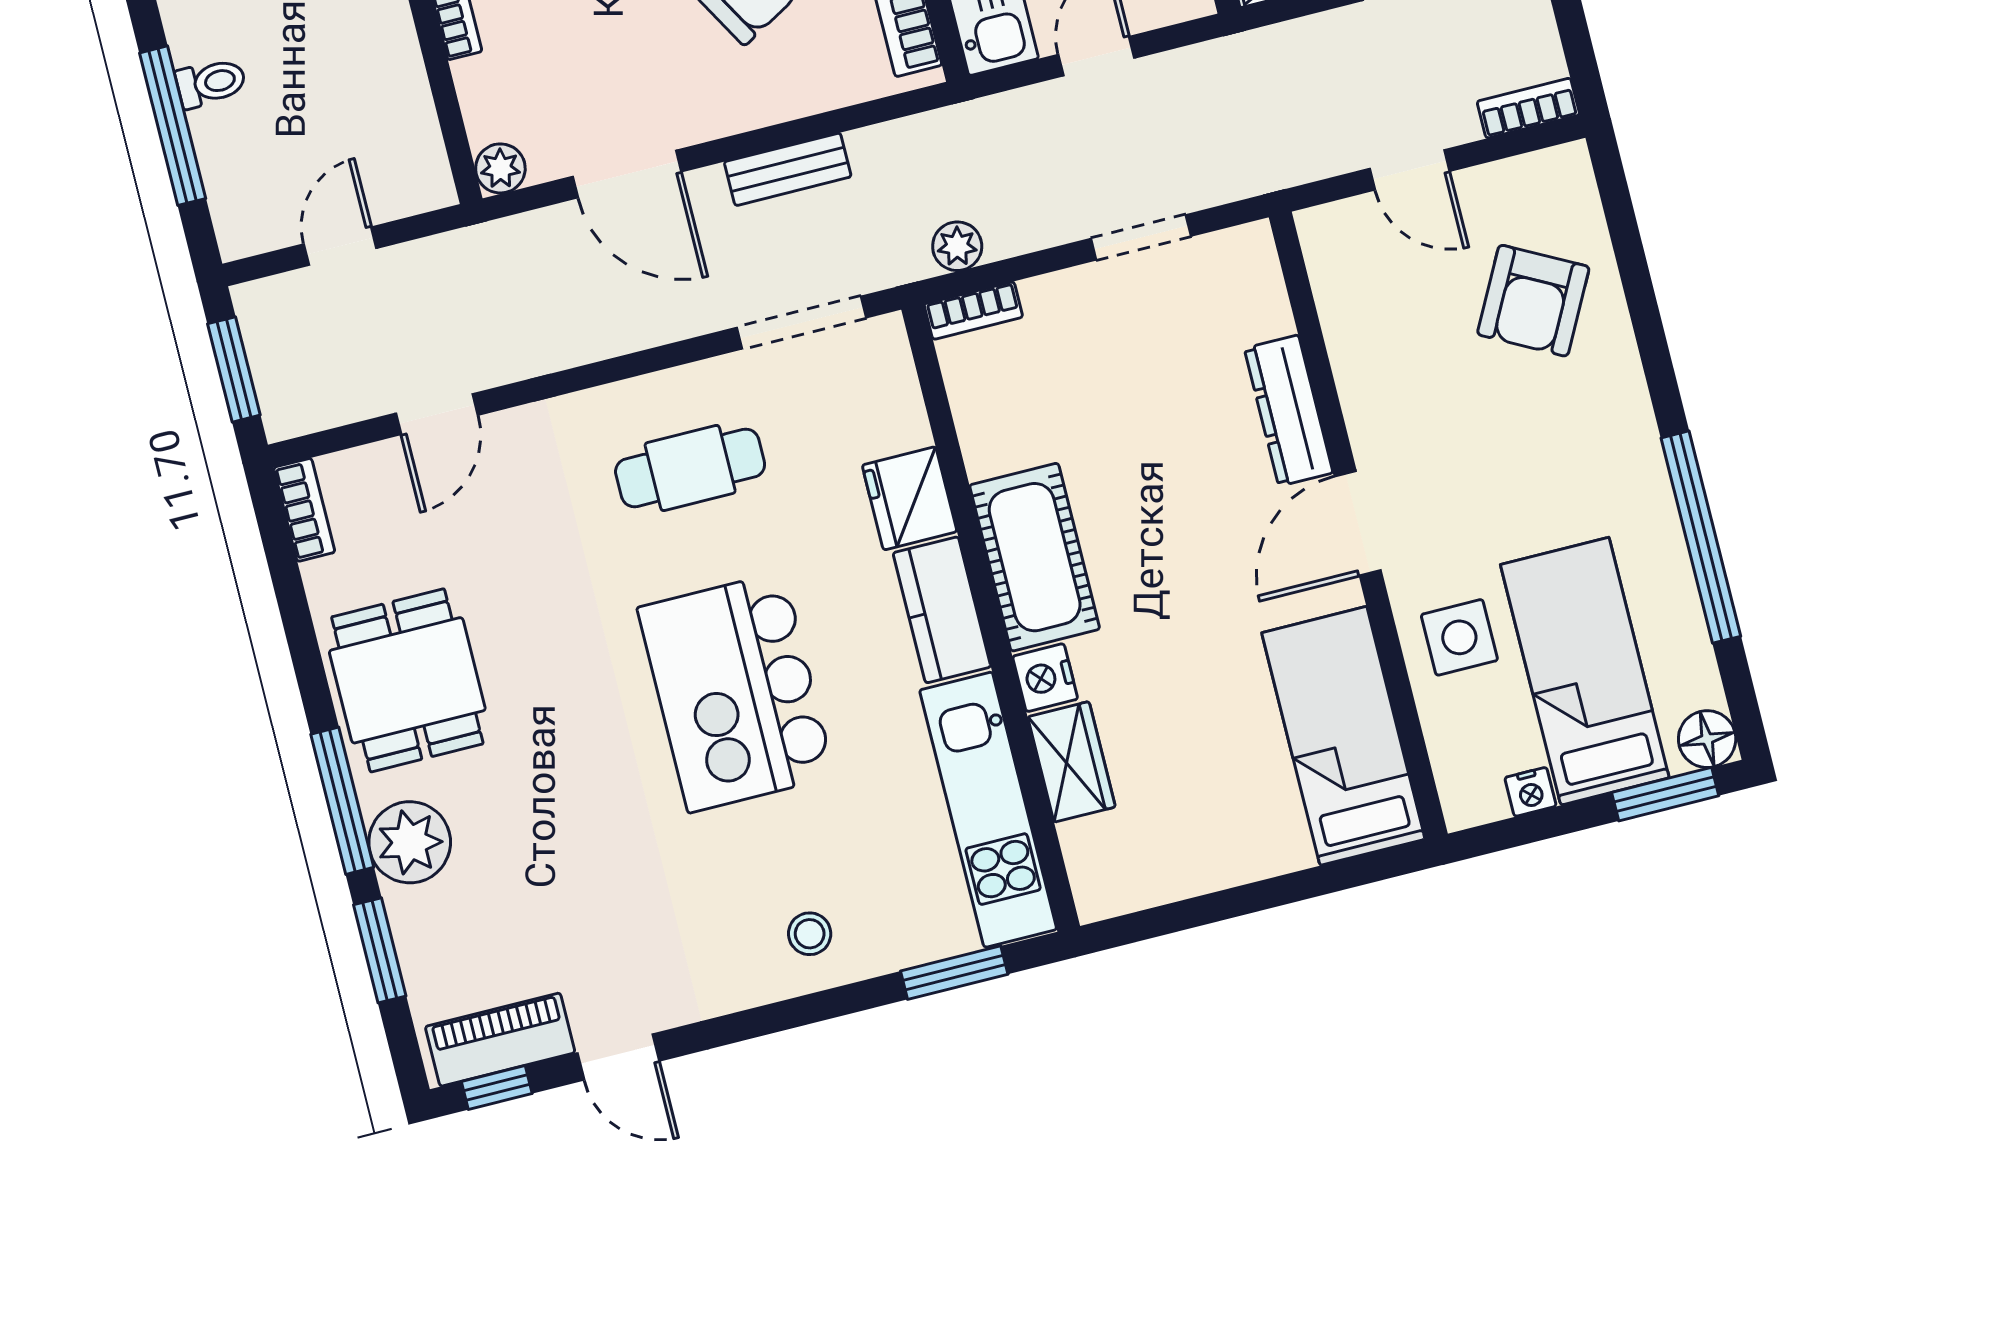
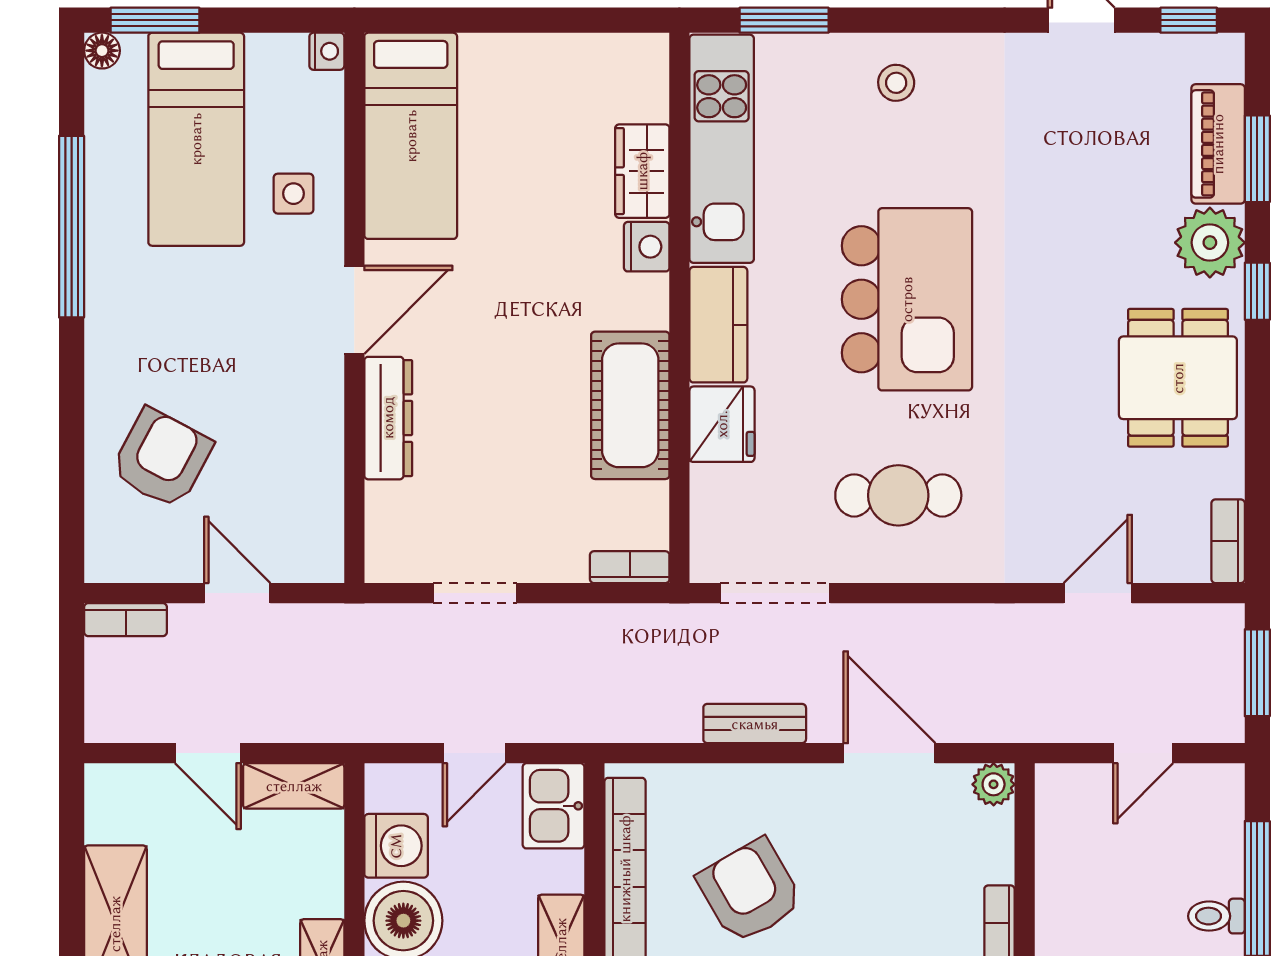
plant: (957, 246) -> (630, 624), removed
cot: (1035, 557) -> (630, 405), moved
side table: (1459, 637) -> (294, 194), width x0.73, depth x0.73
floor lamp: (1707, 739) -> (102, 51), width x0.73, depth x0.73
nightstand: (1530, 792) -> (327, 51), moved, turned 90
window: (342, 801) -> (1257, 291), width x0.46
piano: (500, 1040) -> (1218, 144), moved, turned 90

